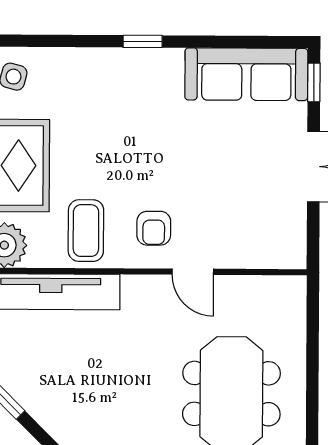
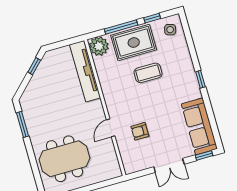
armchair: (154, 228) -> (140, 131), moved
coffee table: (86, 231) -> (148, 73), moved

